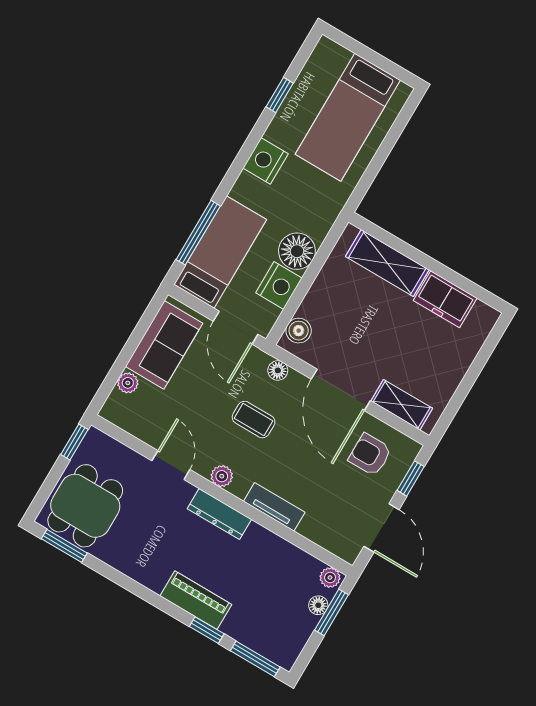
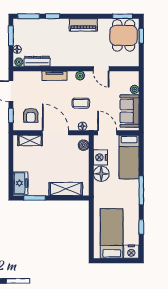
nightstand: (266, 161) -> (131, 252), moved, turned 90
window: (198, 233) -> (141, 190), moved
window: (462, 282) -> (34, 198), added
freezer: (445, 299) -> (21, 183), moved, turned 90
window: (74, 442) -> (141, 36), moved
armchair: (370, 455) -> (31, 115), turned 90
dresser: (219, 514) -> (37, 61), moved
piano: (196, 600) -> (83, 25), moved
window: (331, 612) -> (11, 36), moved

